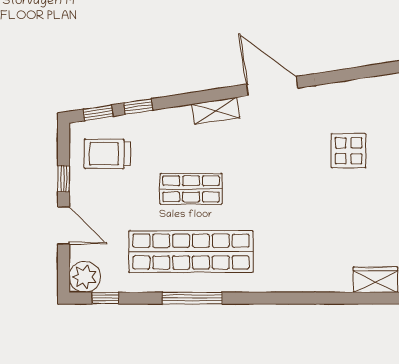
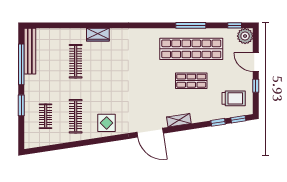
display table: (348, 151) -> (107, 123), moved

